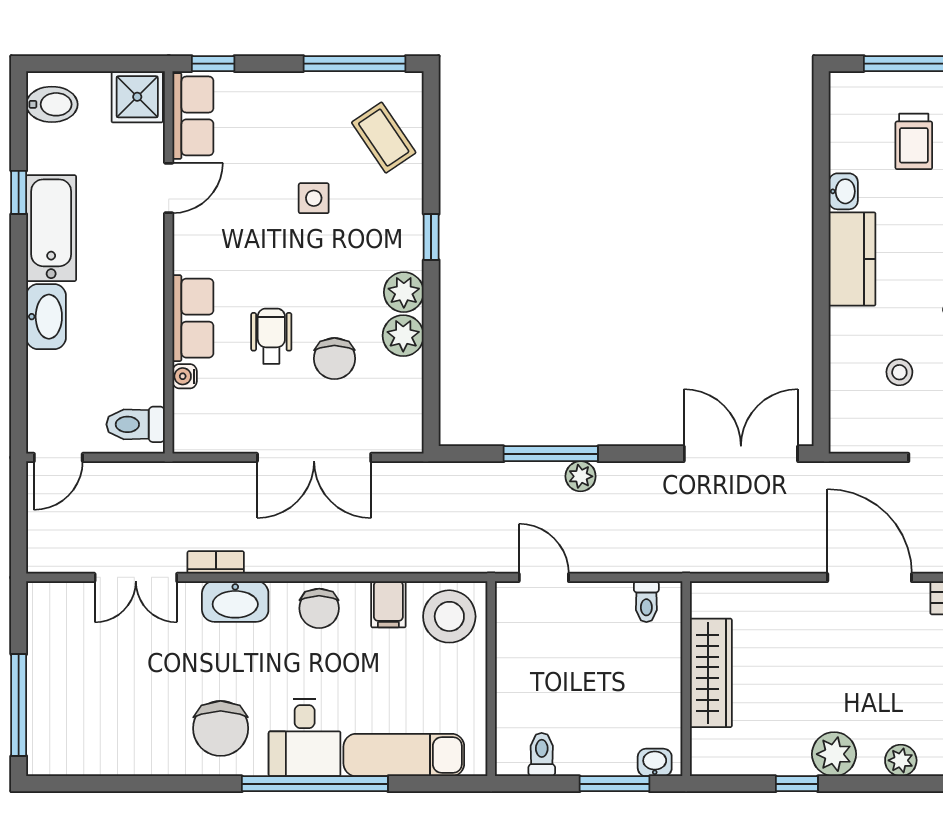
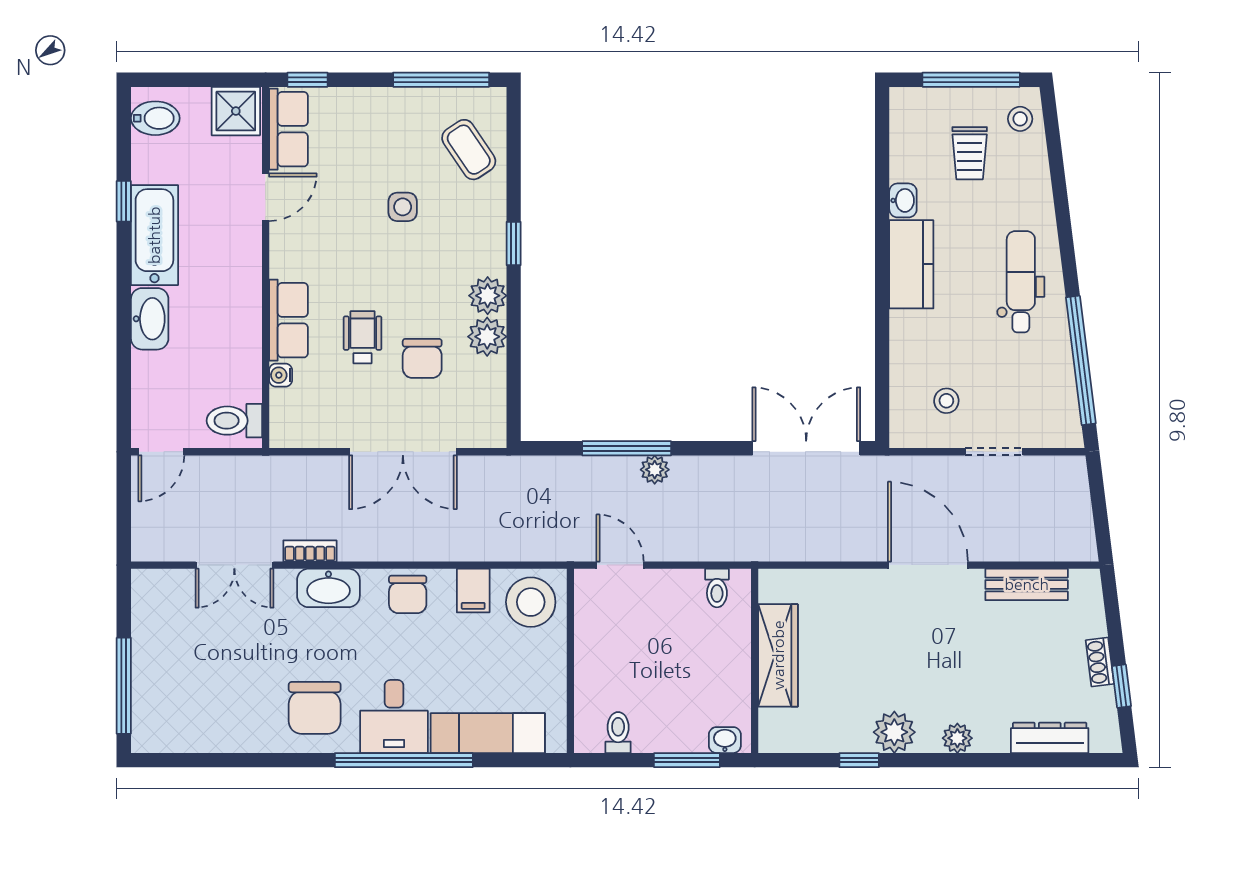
stool: (899, 372) -> (946, 401), moved

